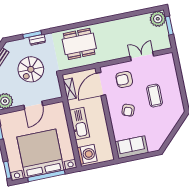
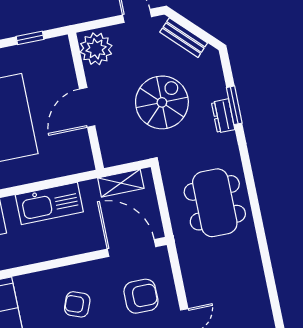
spiral stairs: (31, 69) -> (162, 102), turned 90
armchair: (124, 79) -> (141, 296), turned 90
door: (33, 105) -> (87, 107), hinge flipped

